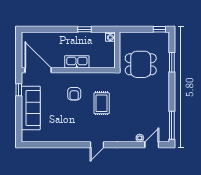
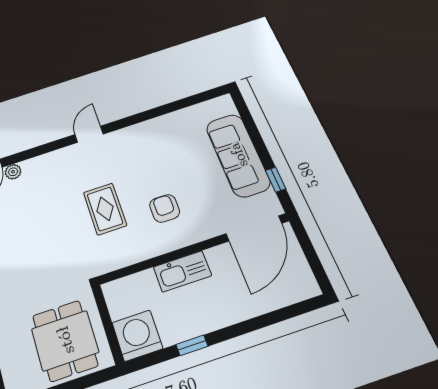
washing machine: (110, 37) -> (137, 336), width x1.89, depth x1.89
dining table: (141, 64) -> (65, 340), moved, turned 90
door: (38, 70) -> (254, 228), hinge flipped

